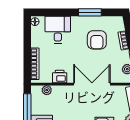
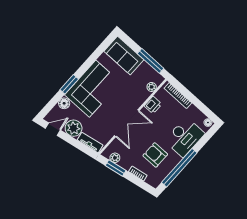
window: (90, 12) -> (179, 168), width x2.11
desk: (58, 30) -> (185, 137), width x1.37

